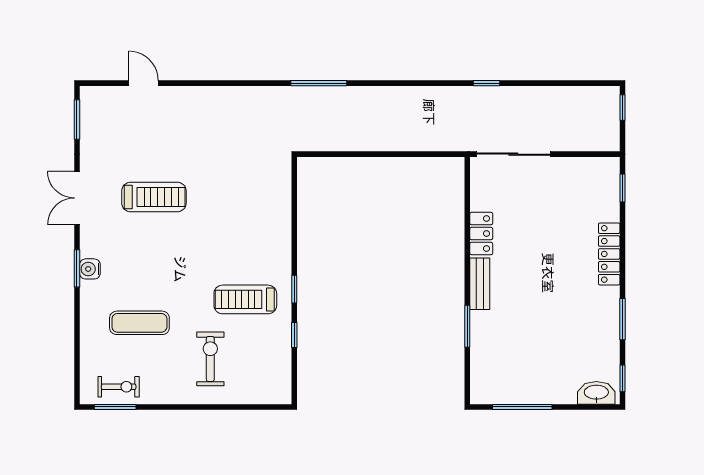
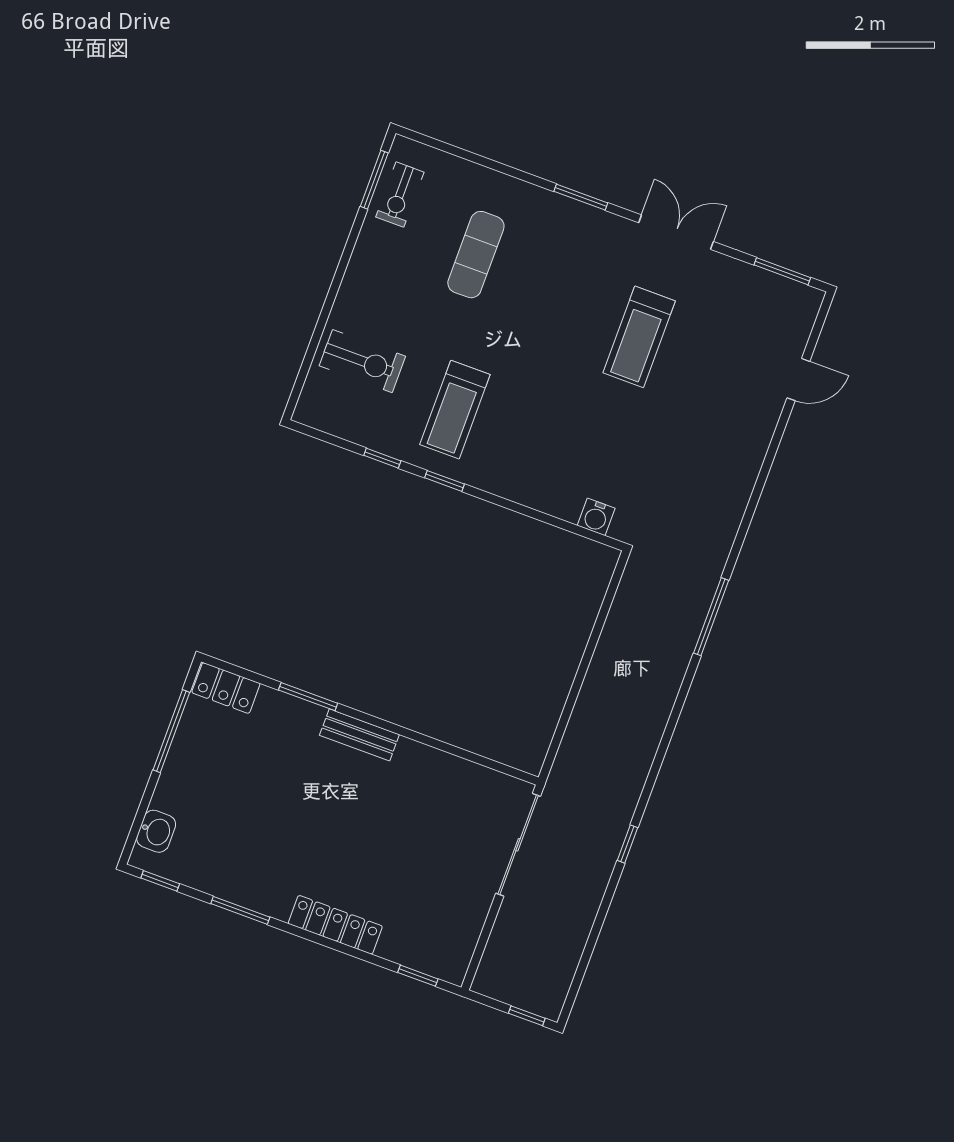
locker: (481, 234) -> (226, 688), moved
water cooler: (90, 269) -> (596, 517), moved, turned 180
treadmill: (245, 299) -> (455, 410), turned 180
exercise bike: (210, 359) -> (362, 361), moved
washbasin: (596, 393) -> (156, 831), width x0.72

